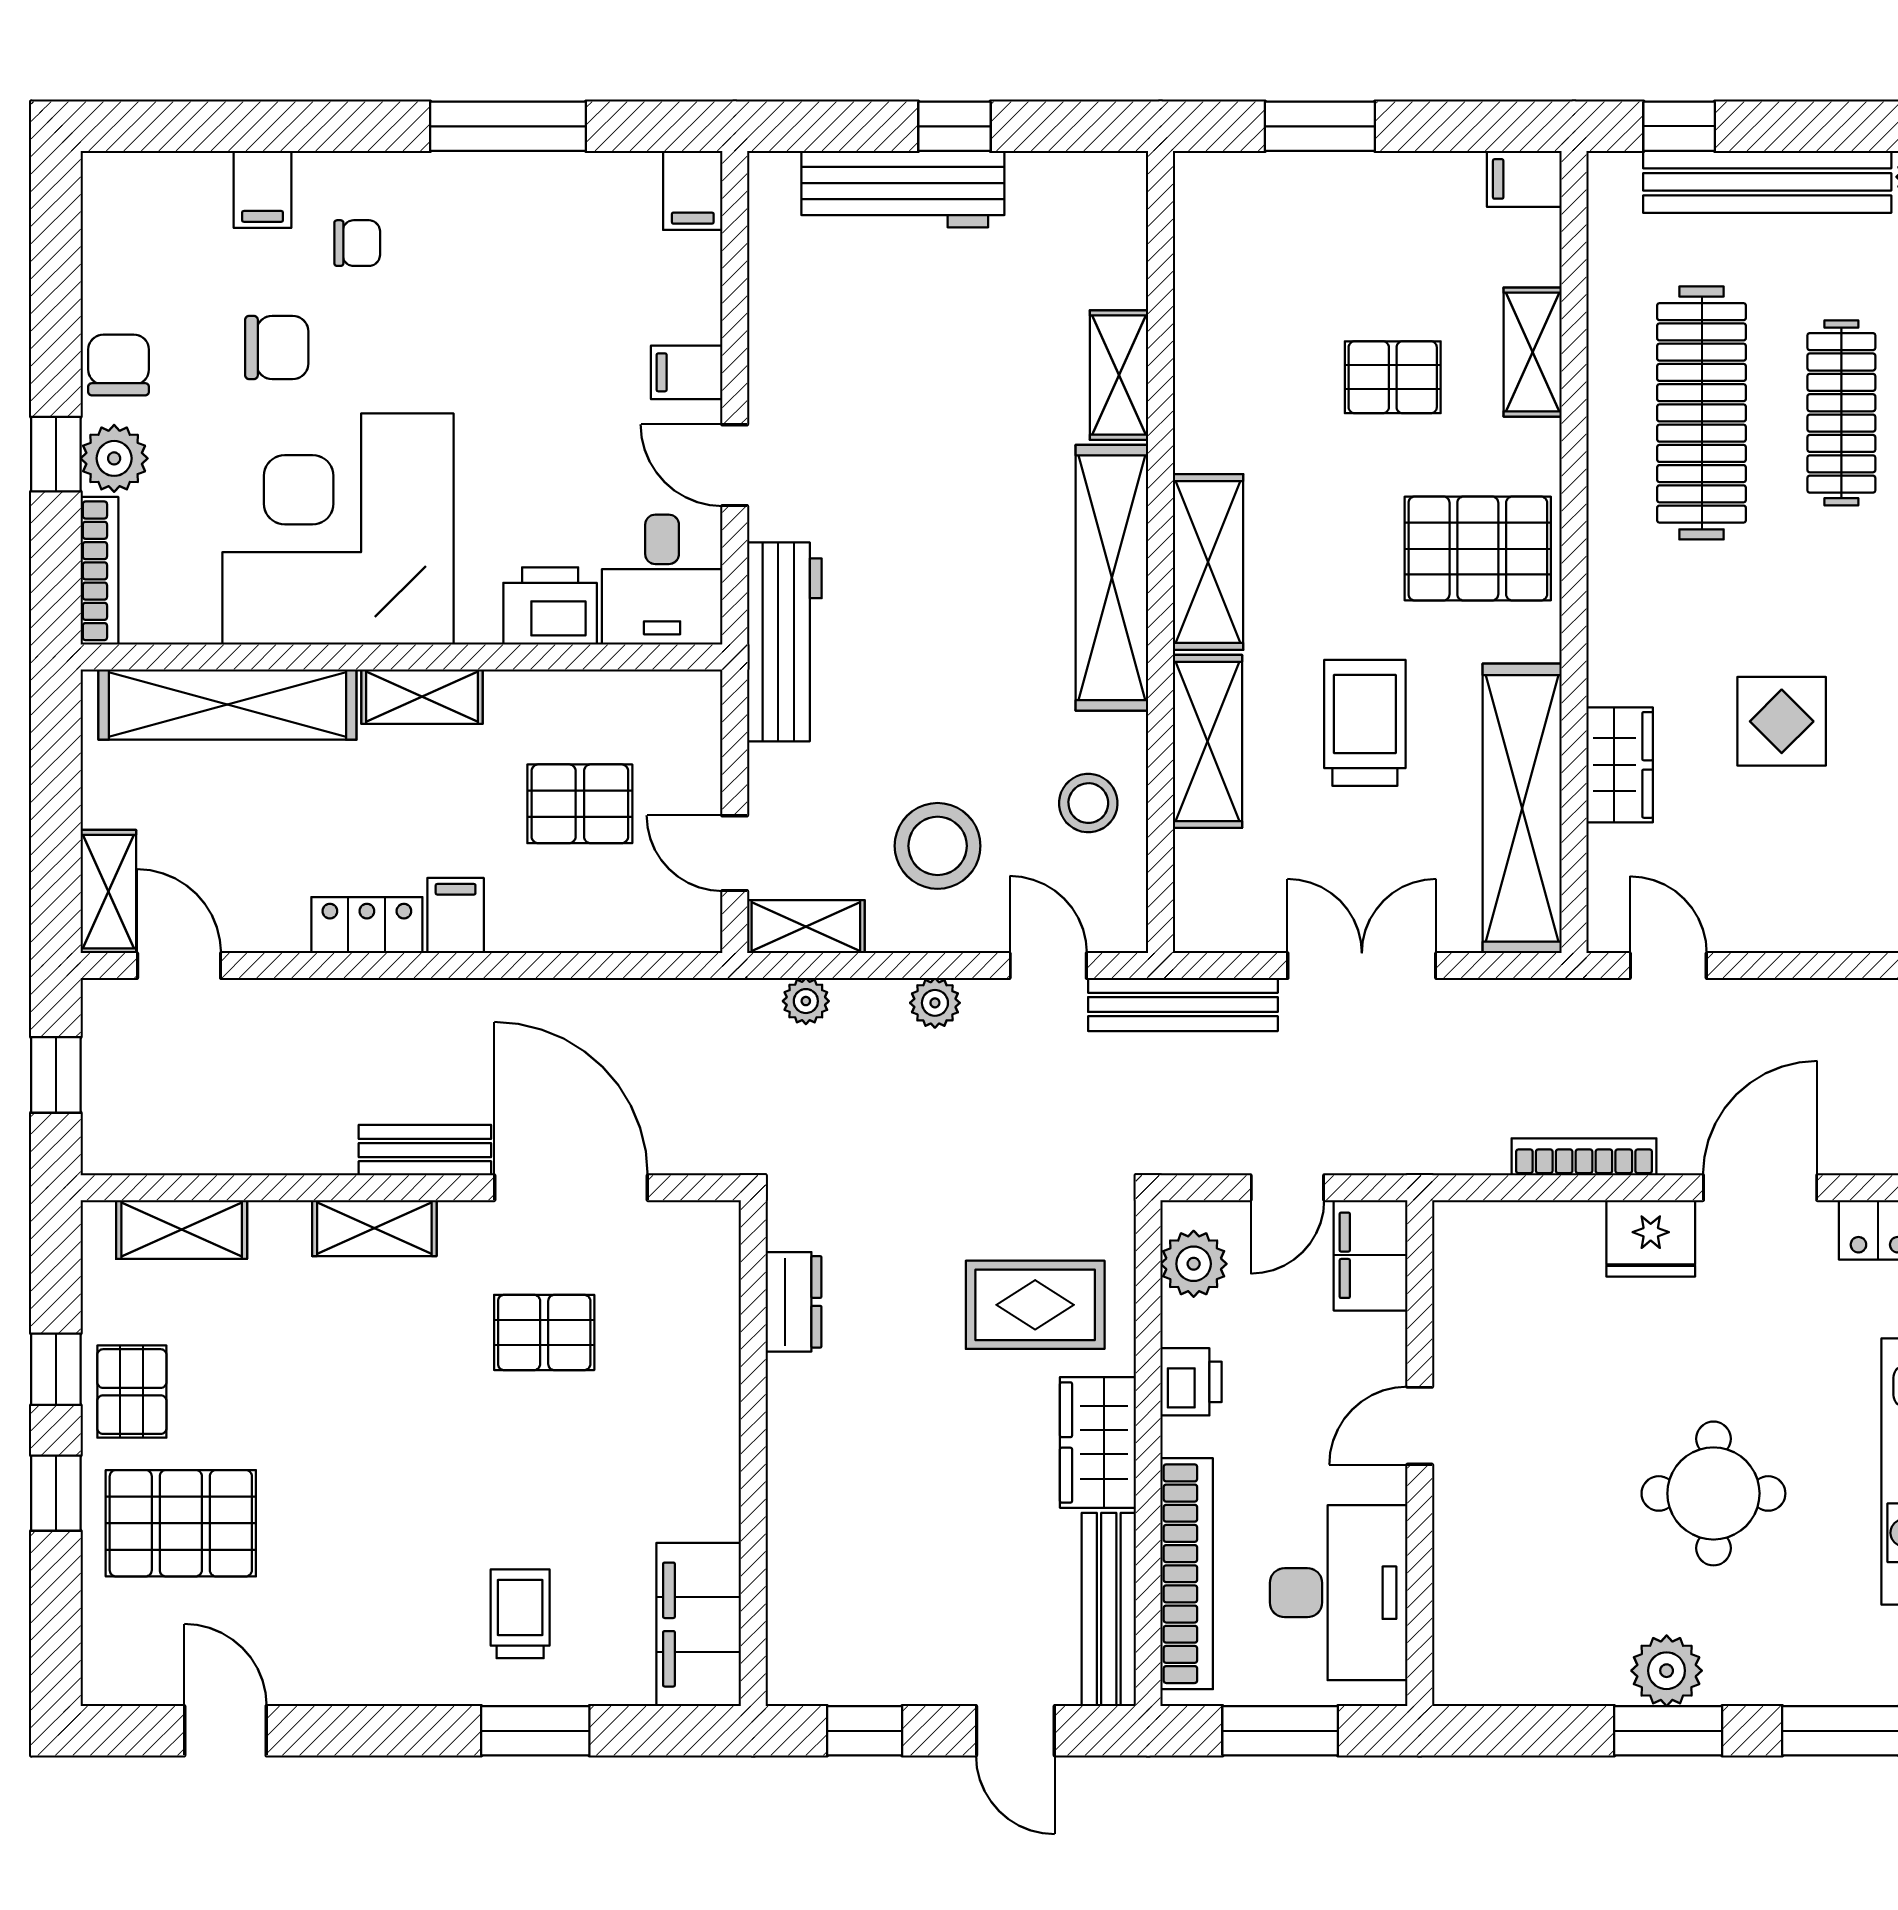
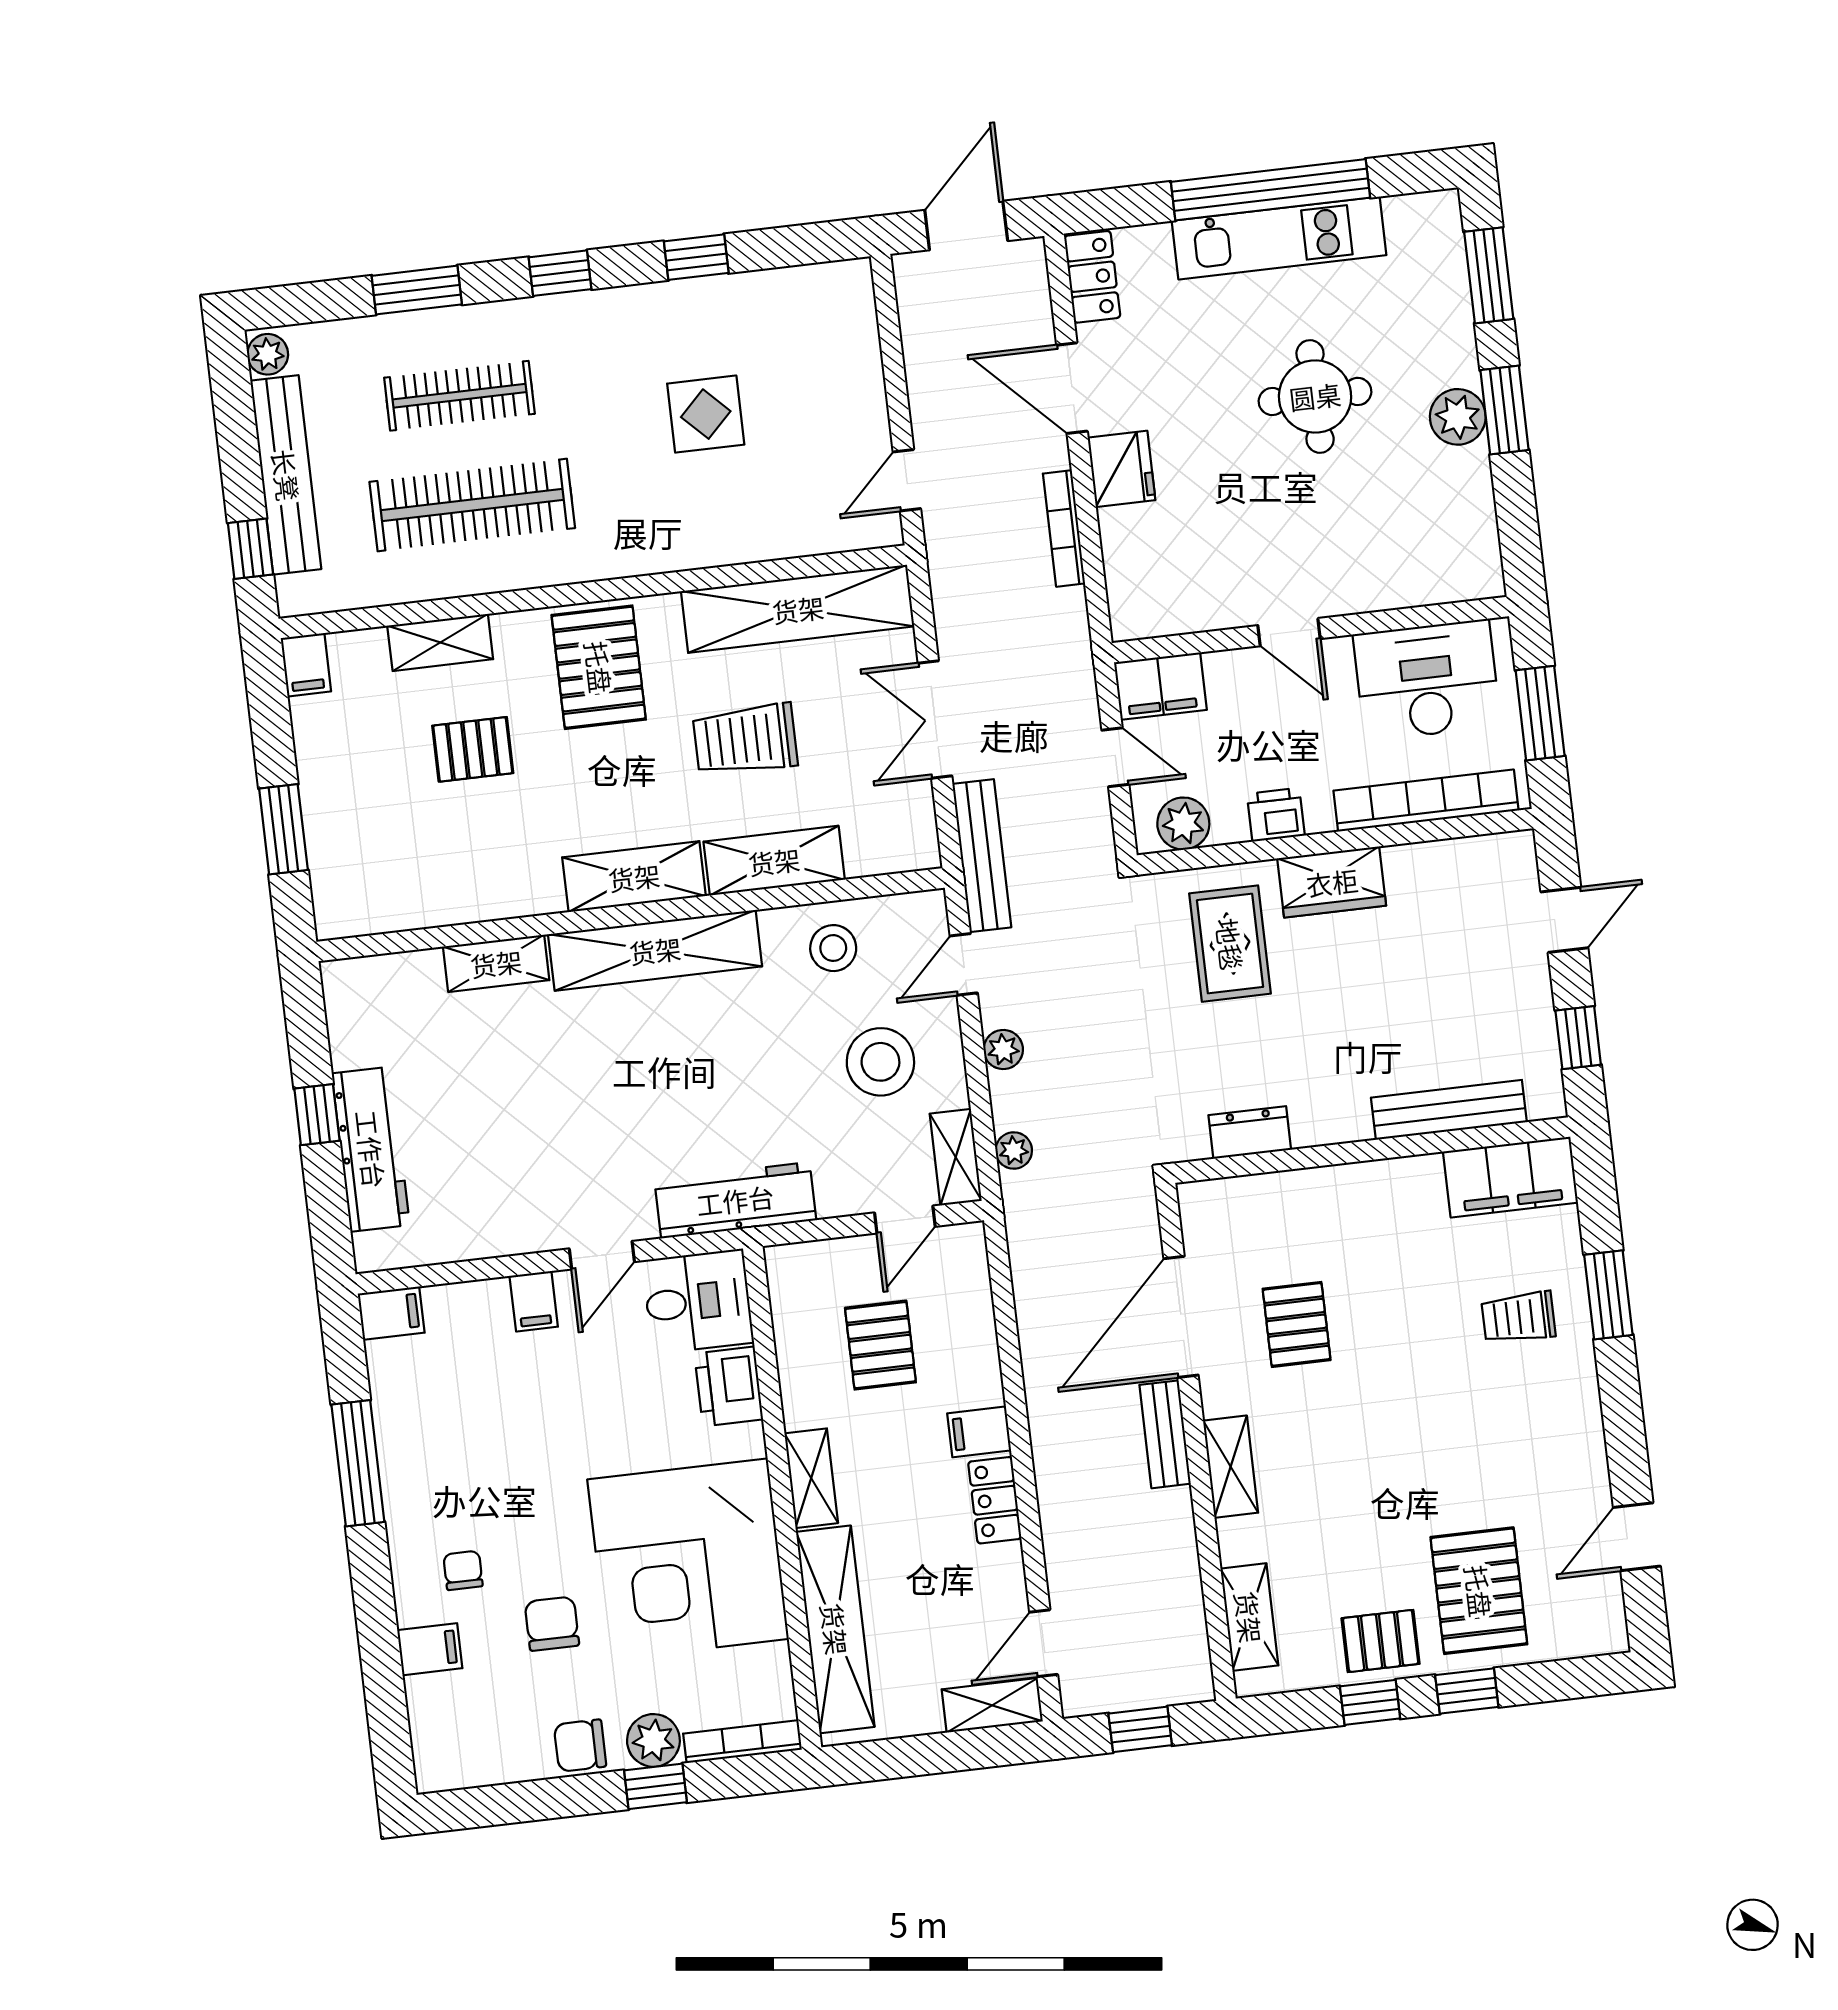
pallet: (1393, 377) -> (473, 749), turned 90
wardrobe: (1620, 765) -> (755, 537), removed
bench: (1109, 1609) -> (1449, 1110), moved

